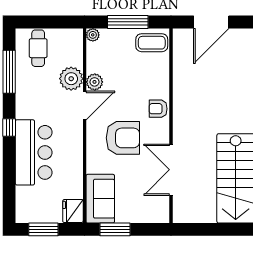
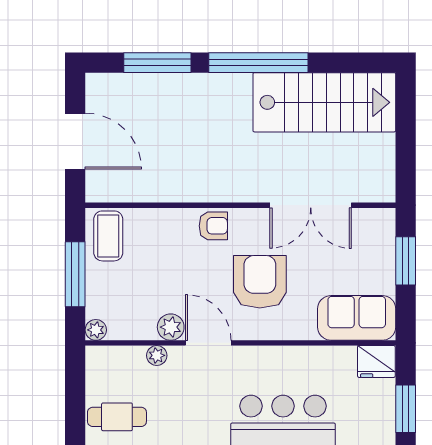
plant: (71, 79) -> (157, 355), width x0.53, depth x0.53
armchair: (158, 109) -> (213, 226), turned -90
window: (115, 229) -> (406, 261), moved

